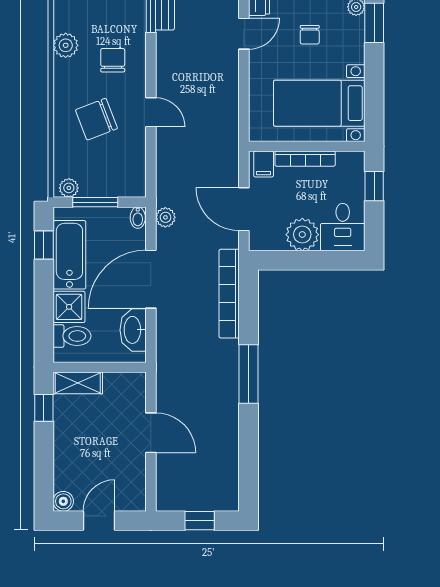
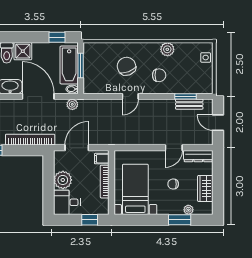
door: (244, 34) -> (174, 148), hinge flipped
plant: (69, 188) -> (89, 51), removed
bathtub: (69, 255) -> (69, 65), moved, turned 90

